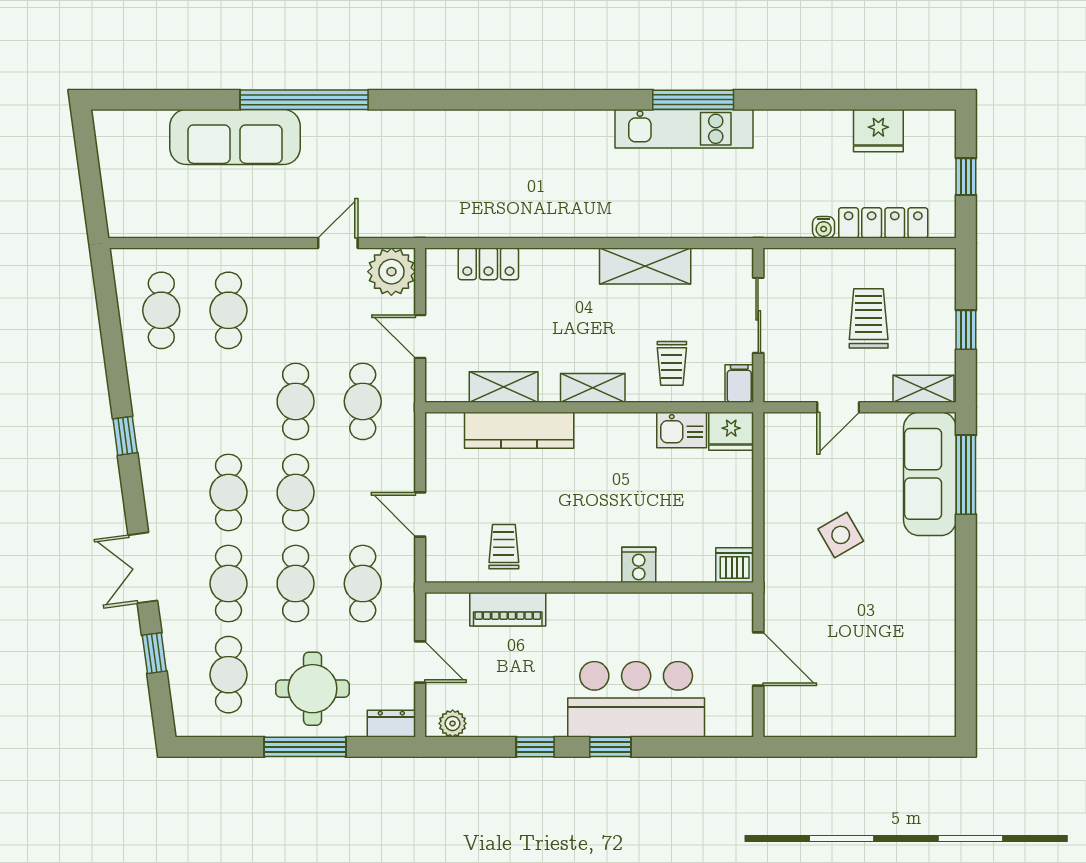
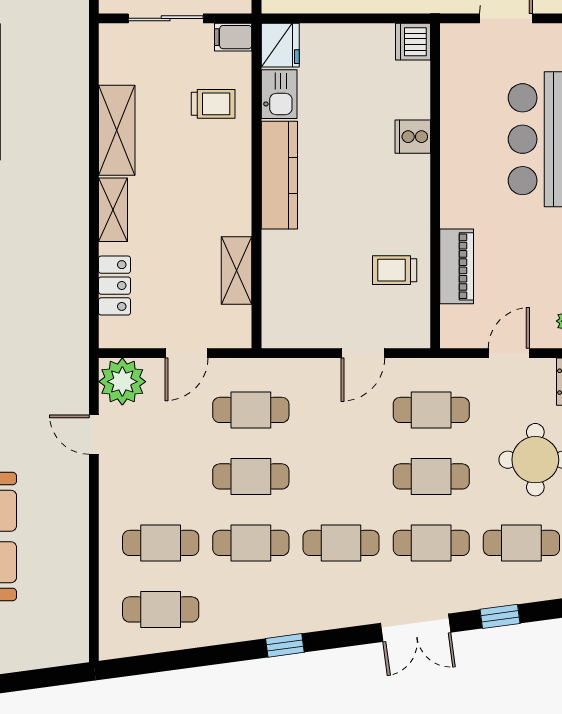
shelving: (593, 388) -> (113, 210), moved
kitchen counter: (519, 430) -> (279, 175), moved
cafe table: (296, 492) -> (251, 543), moved

